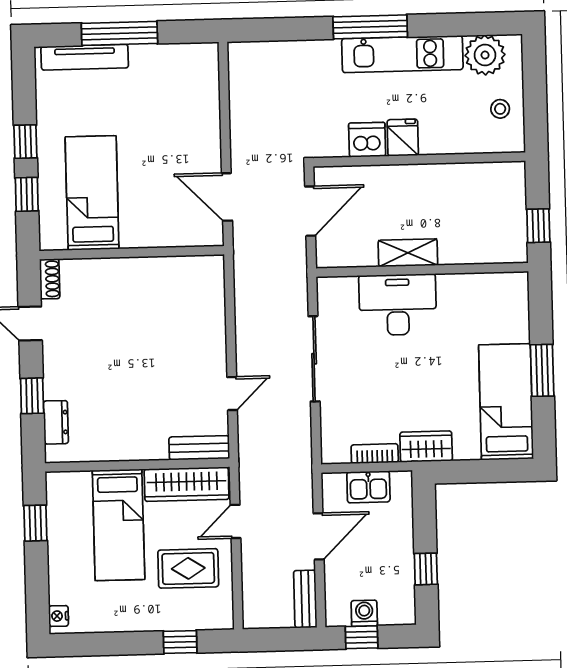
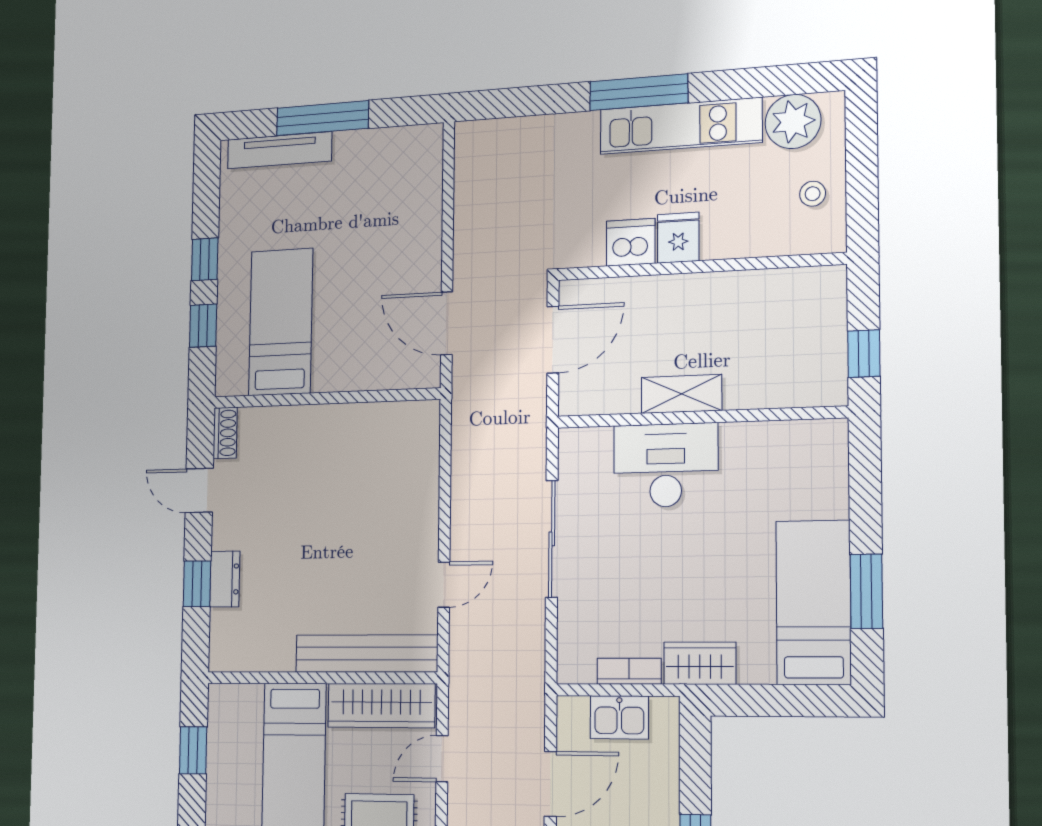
window: (542, 370) -> (866, 591), moved
dresser: (56, 422) -> (225, 579), moved
bench: (199, 448) -> (366, 654), width x1.86, depth x1.21

